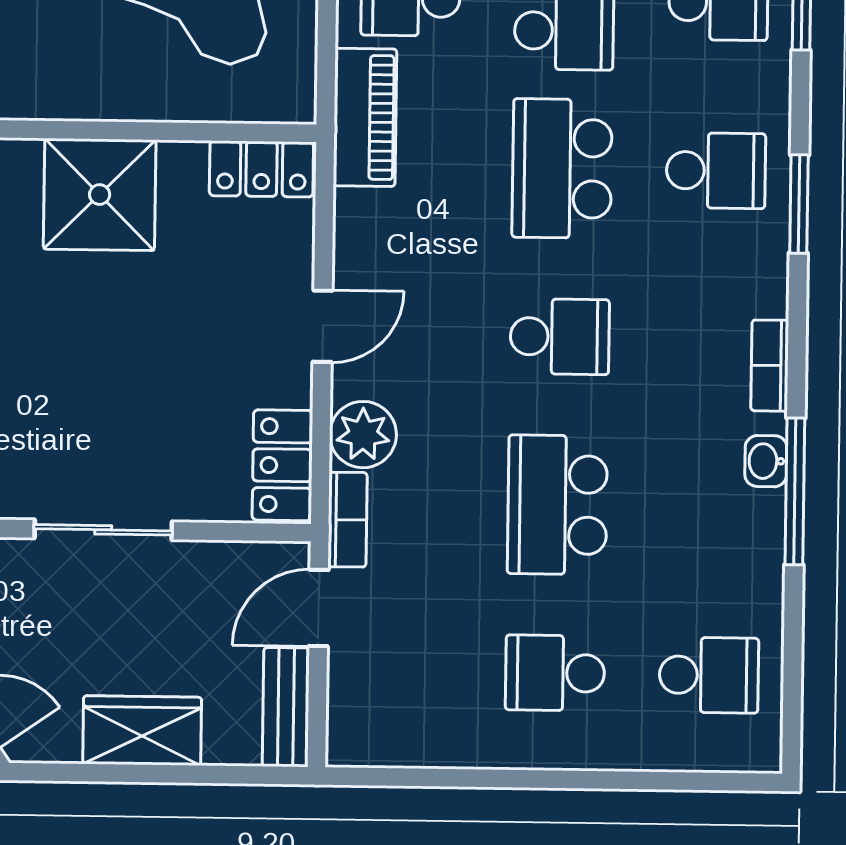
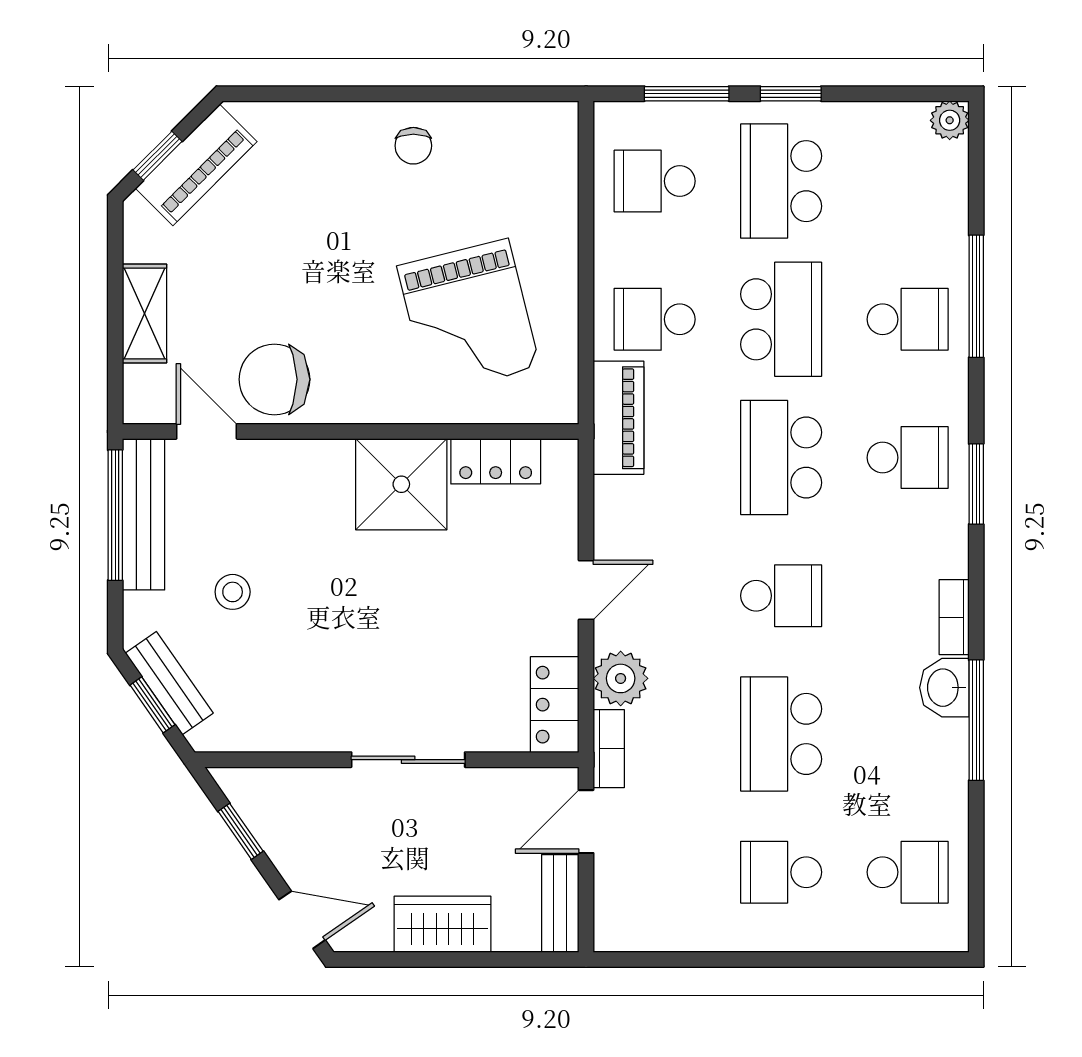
locker: (261, 169) -> (496, 461), moved
washbasin: (766, 461) -> (944, 688), width x1.38, depth x1.45

